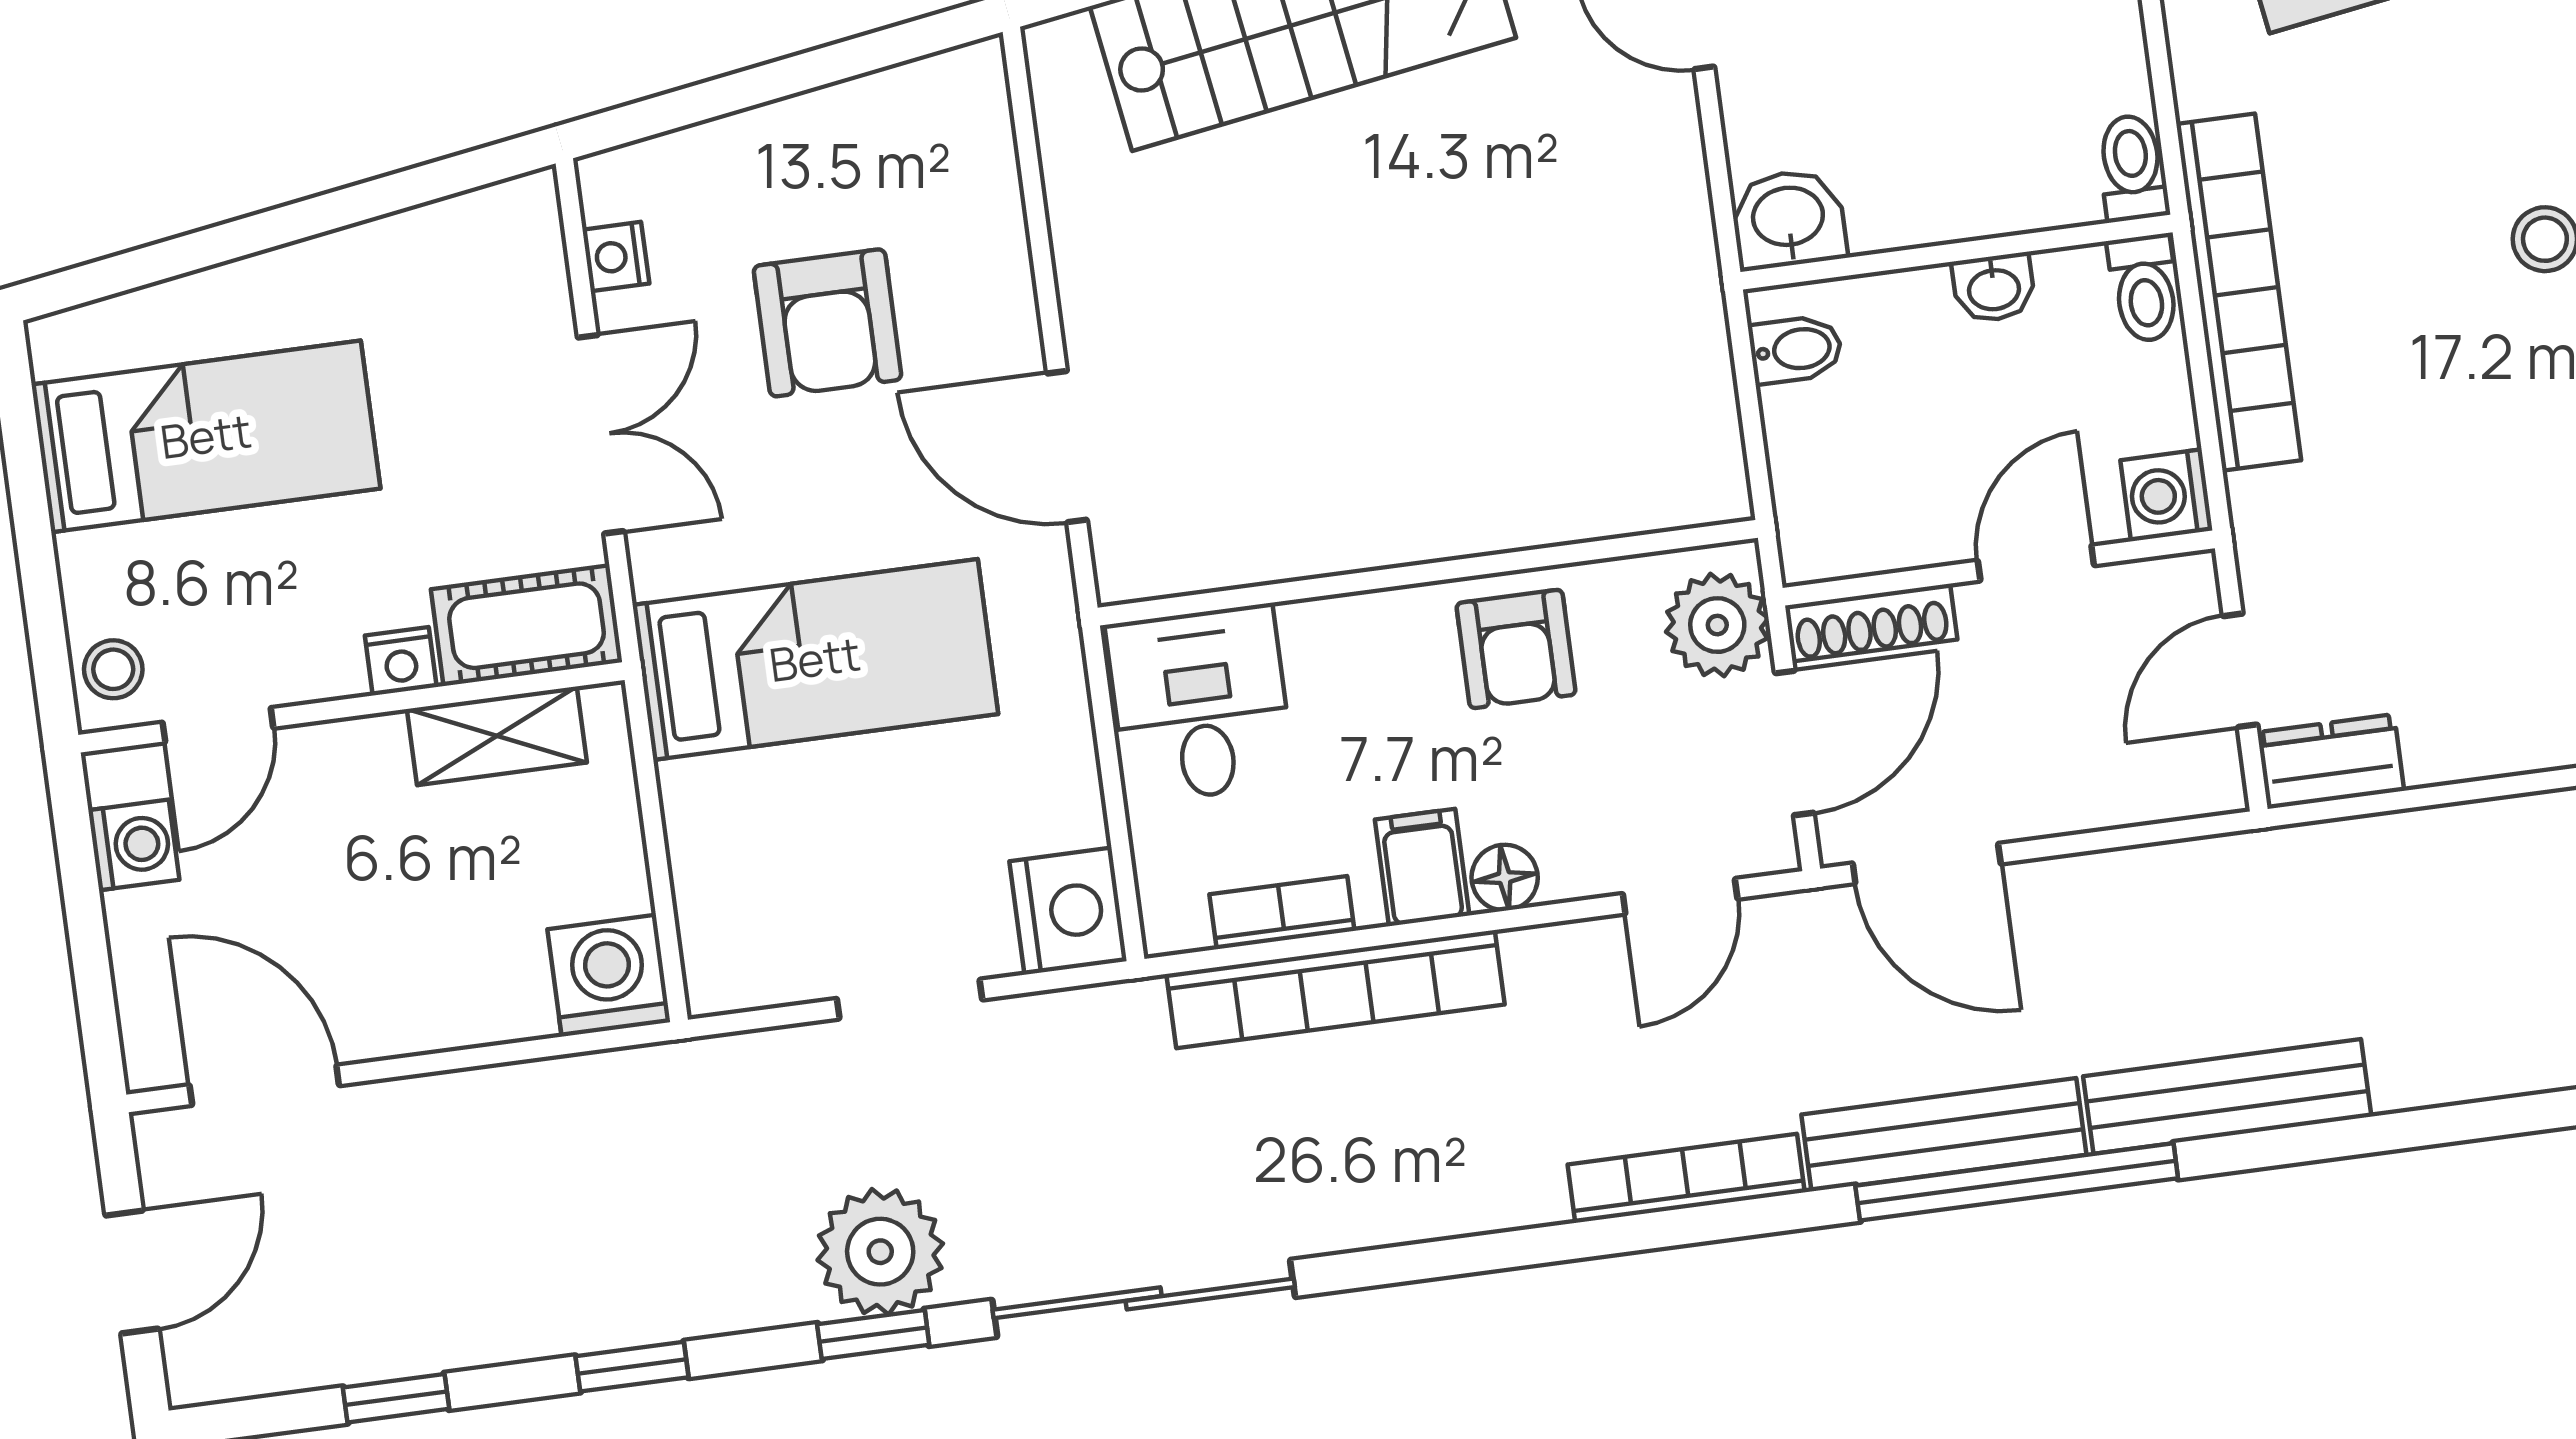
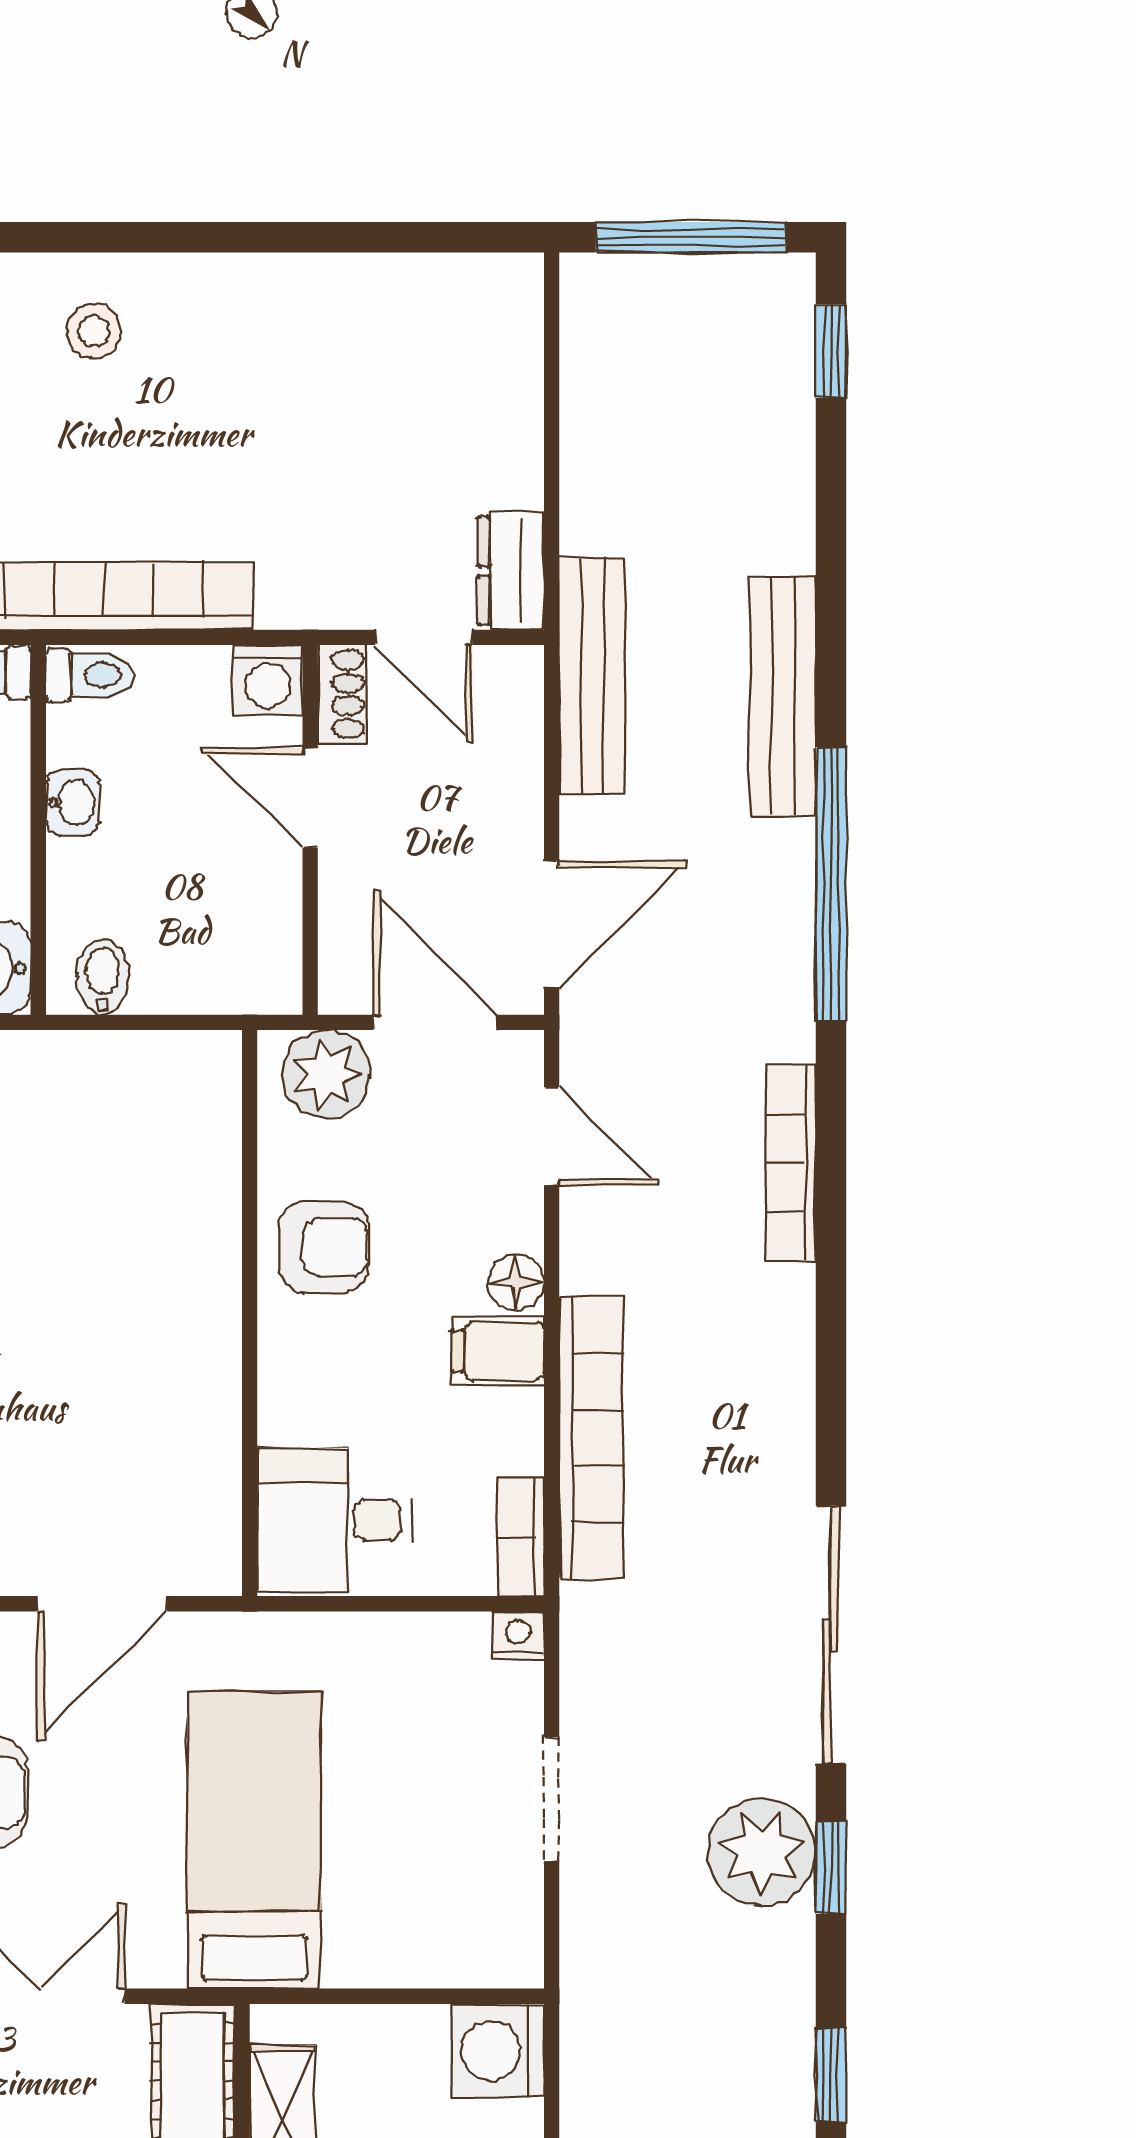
shoe rack: (1871, 623) -> (342, 695), moved, width x0.70
nightstand: (1068, 911) -> (518, 1636), width x0.53, depth x0.56
bookcase: (1282, 913) -> (520, 1537), moved
bench: (1944, 1135) -> (592, 676), moved

